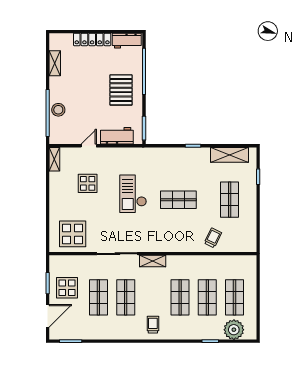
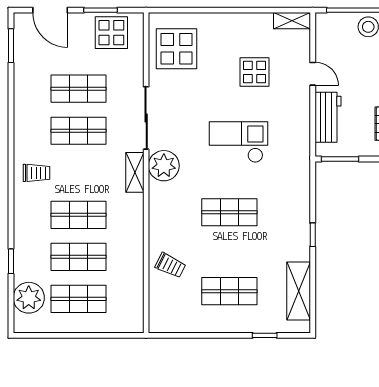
shop shelf: (178, 200) -> (229, 212), turned 90
plant: (148, 242) -> (164, 166), added
display table: (67, 288) -> (111, 33), moved

